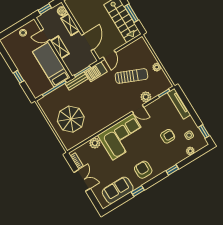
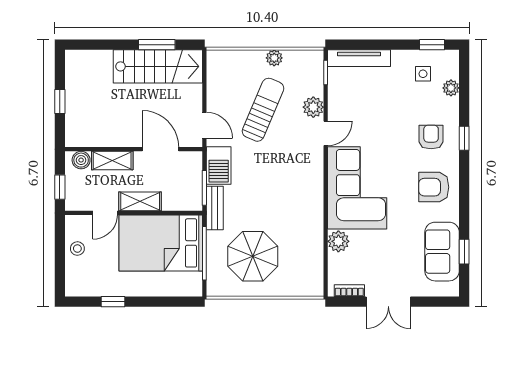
bed: (51, 65) -> (161, 243), width x1.50
window: (19, 77) -> (113, 302), moved
parasol: (71, 119) -> (253, 256), moved
armchair: (168, 136) -> (431, 137), moved
double door: (82, 180) -> (388, 302), swing flipped
window: (138, 191) -> (464, 252), moved

